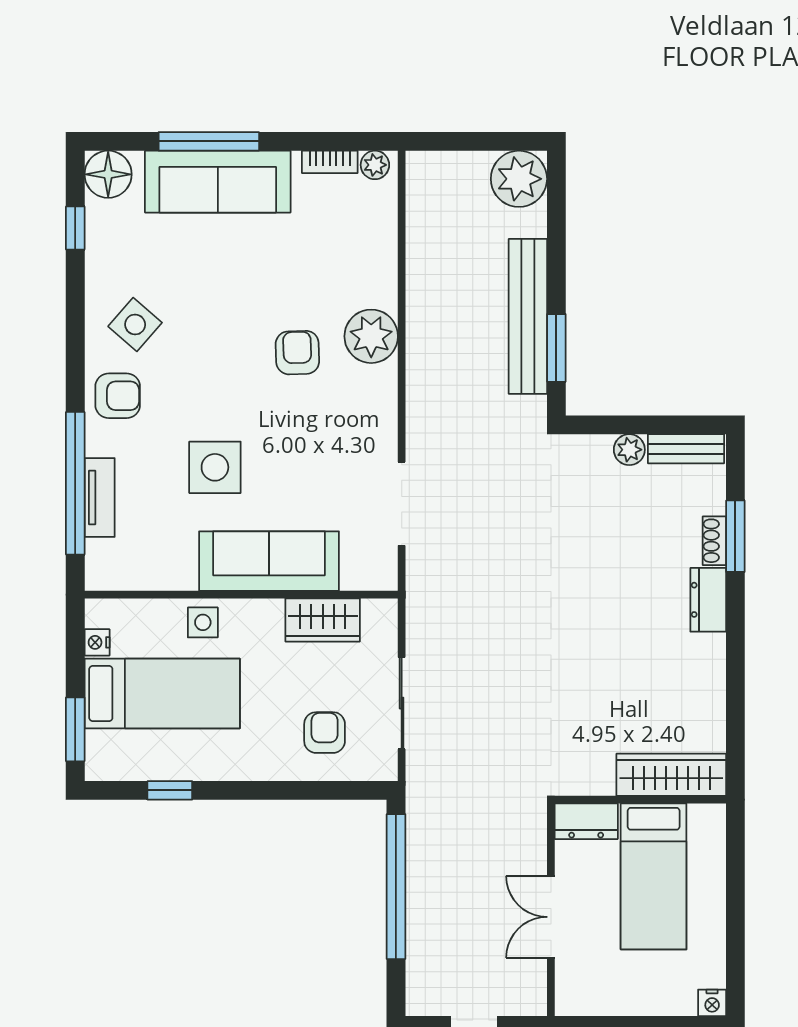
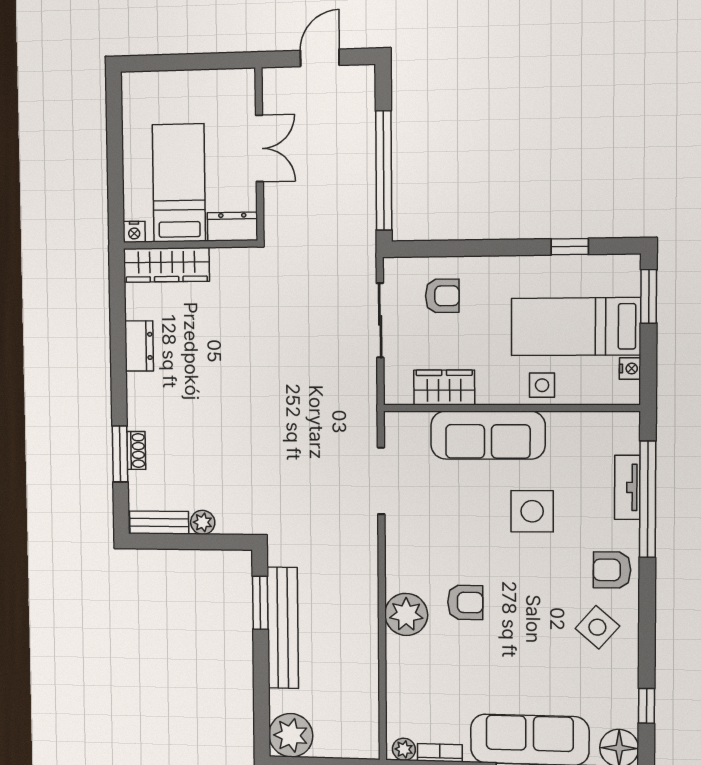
armchair: (297, 353) -> (465, 602), turned -88
dresser: (708, 600) -> (139, 346), moved
armchair: (325, 733) -> (442, 296), turned -90
nightstand: (712, 1003) -> (134, 232), moved, turned 180

